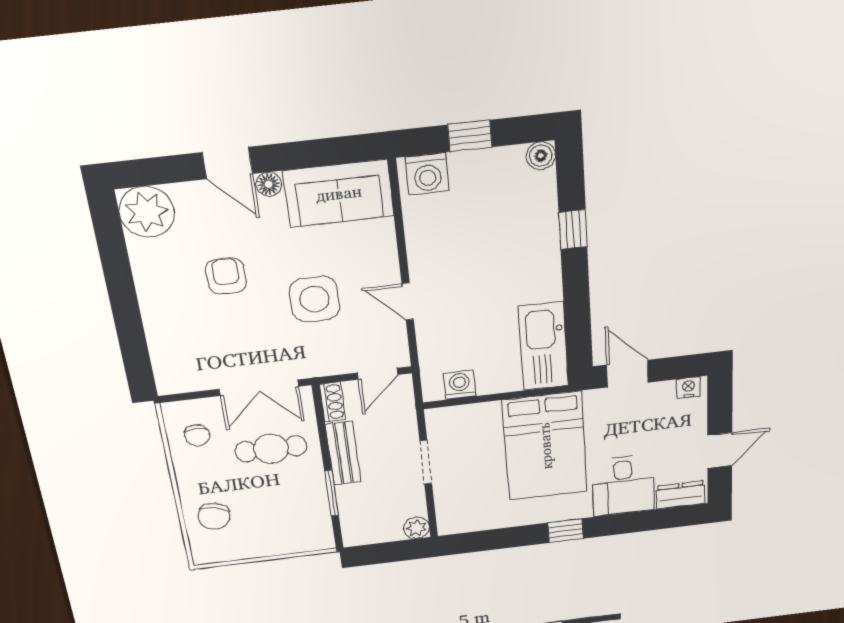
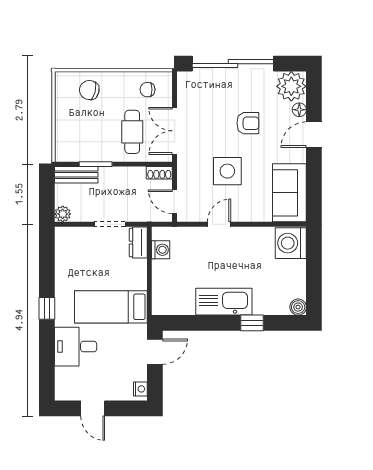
window: (470, 136) -> (314, 269), removed
washing machine: (427, 174) -> (291, 243), width x1.37, depth x1.37
floor lamp: (269, 184) -> (299, 110), moved
sliding door: (126, 312) -> (233, 64), added
kitchen sink: (543, 346) -> (224, 302), moved
bed: (545, 446) -> (111, 307), width x0.67
bench: (343, 453) -> (76, 175), moved
dresser: (681, 495) -> (138, 243), moved, turned 180

